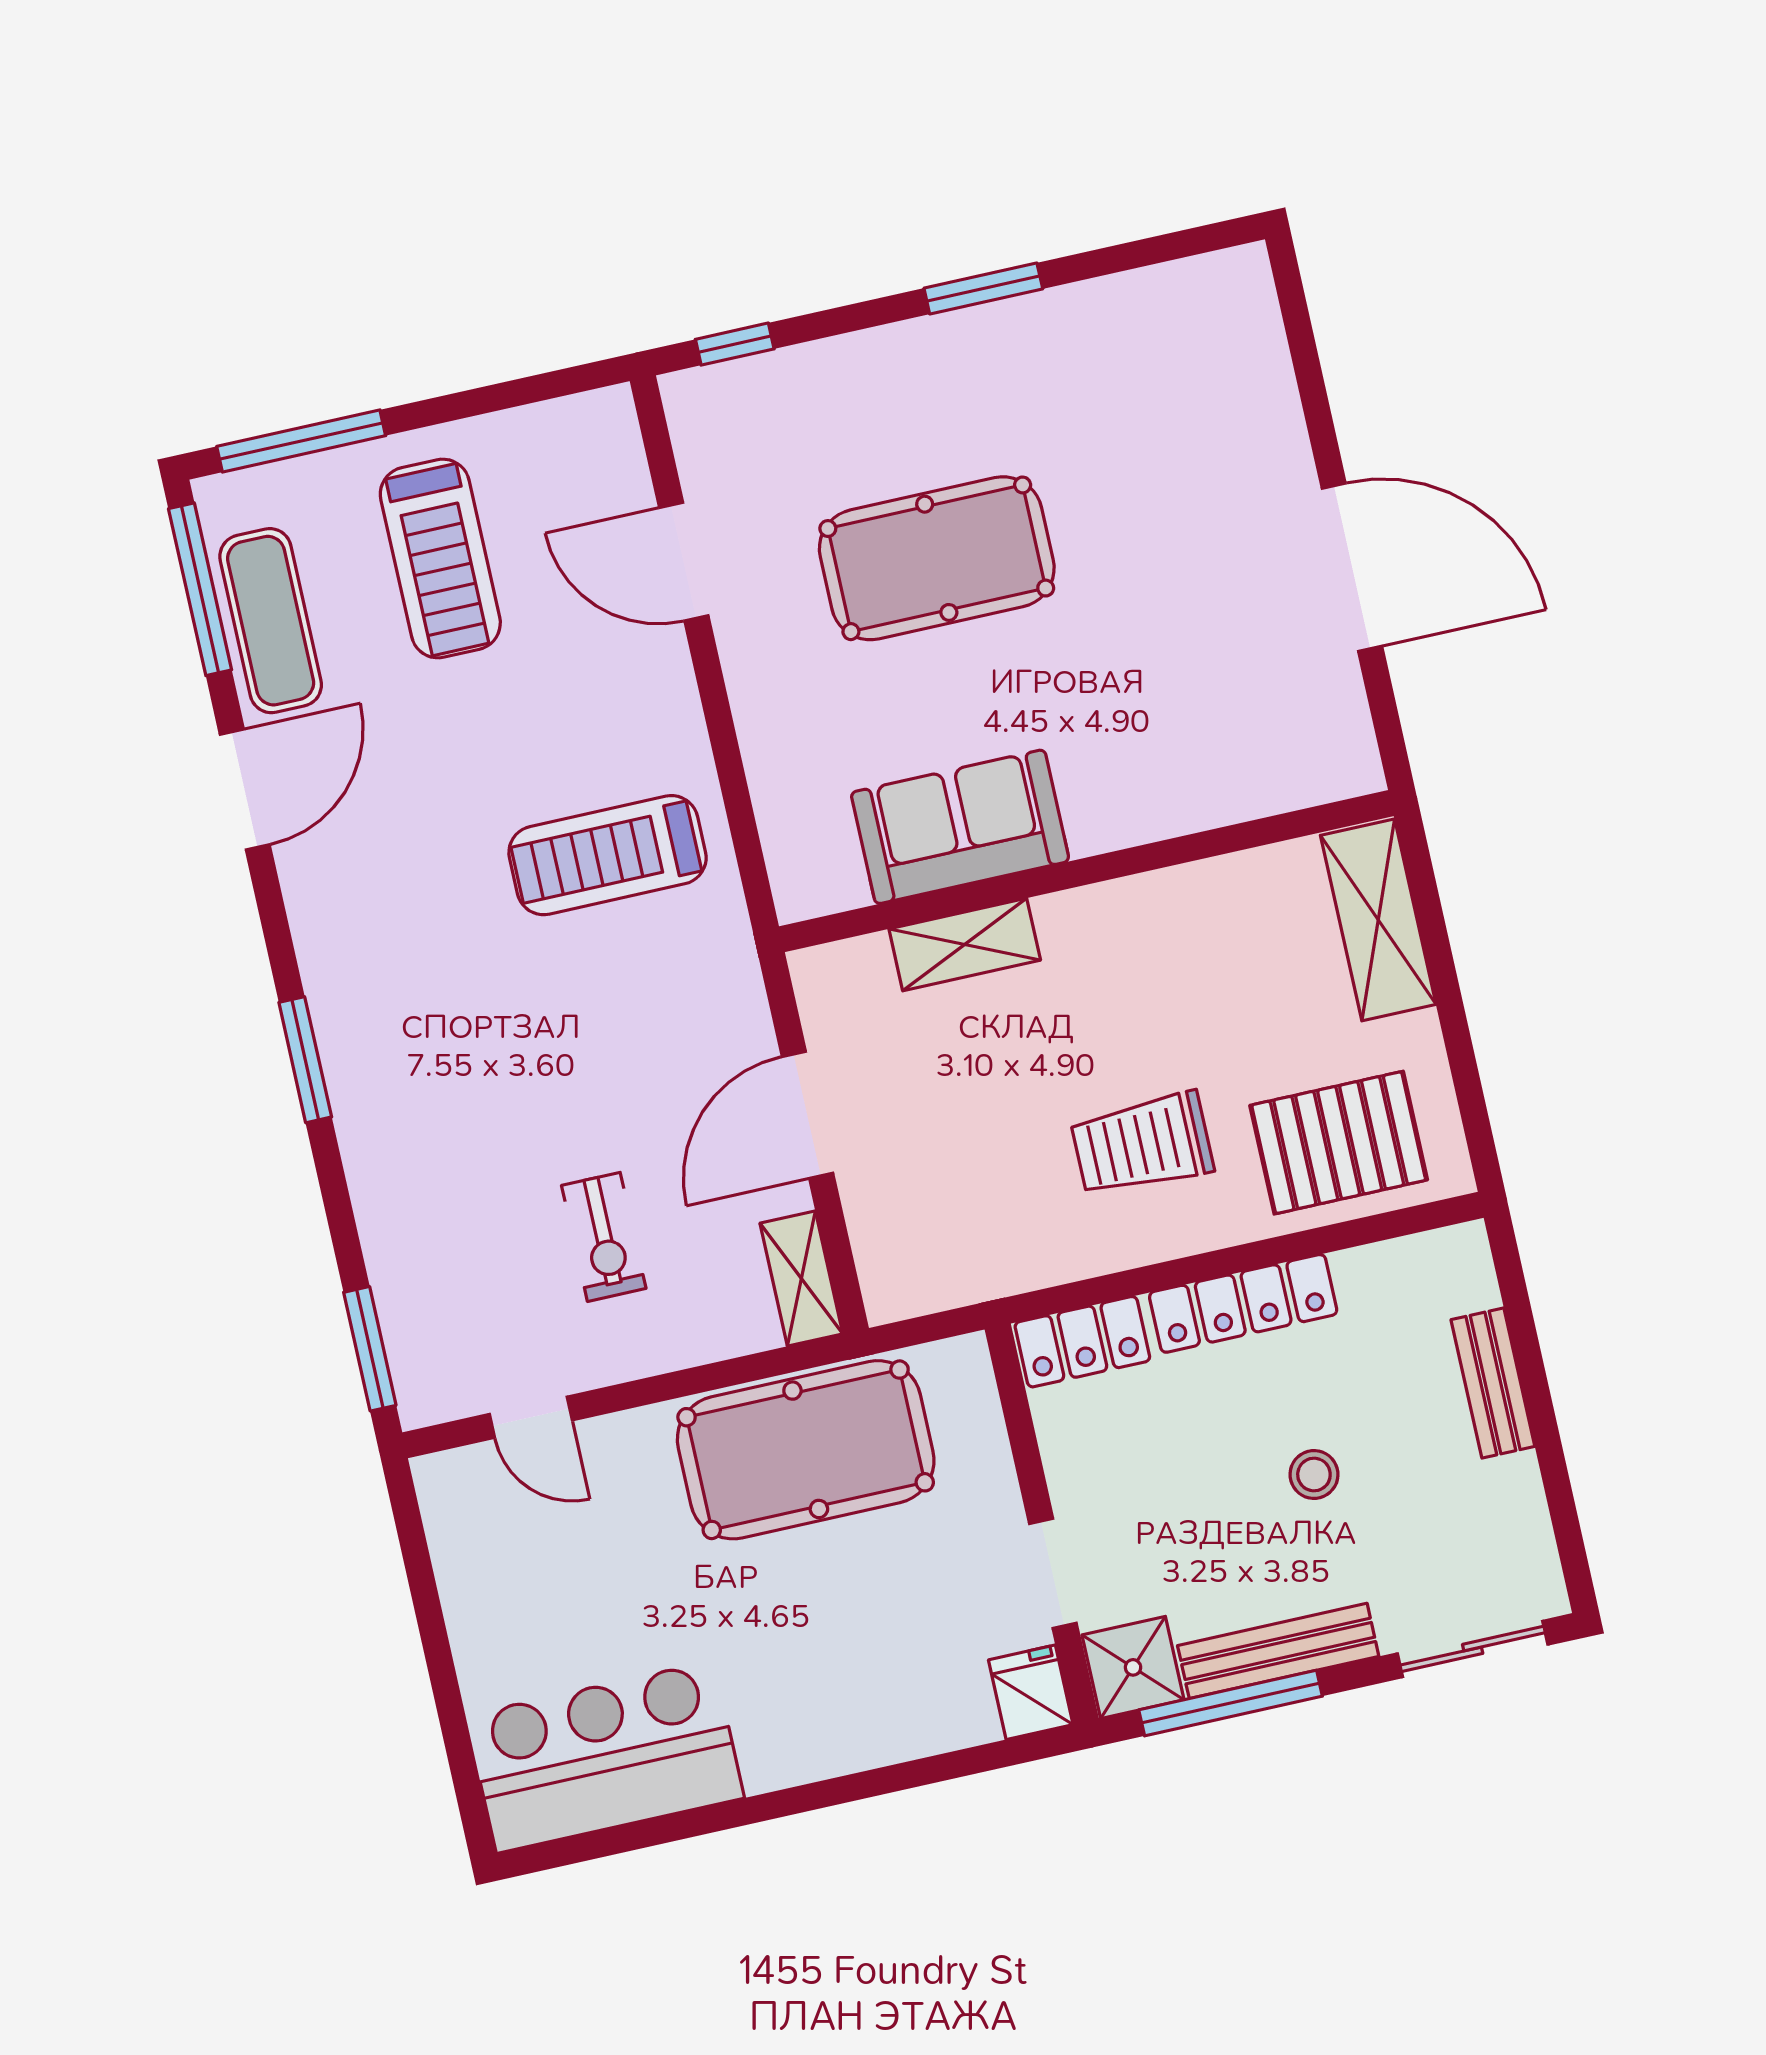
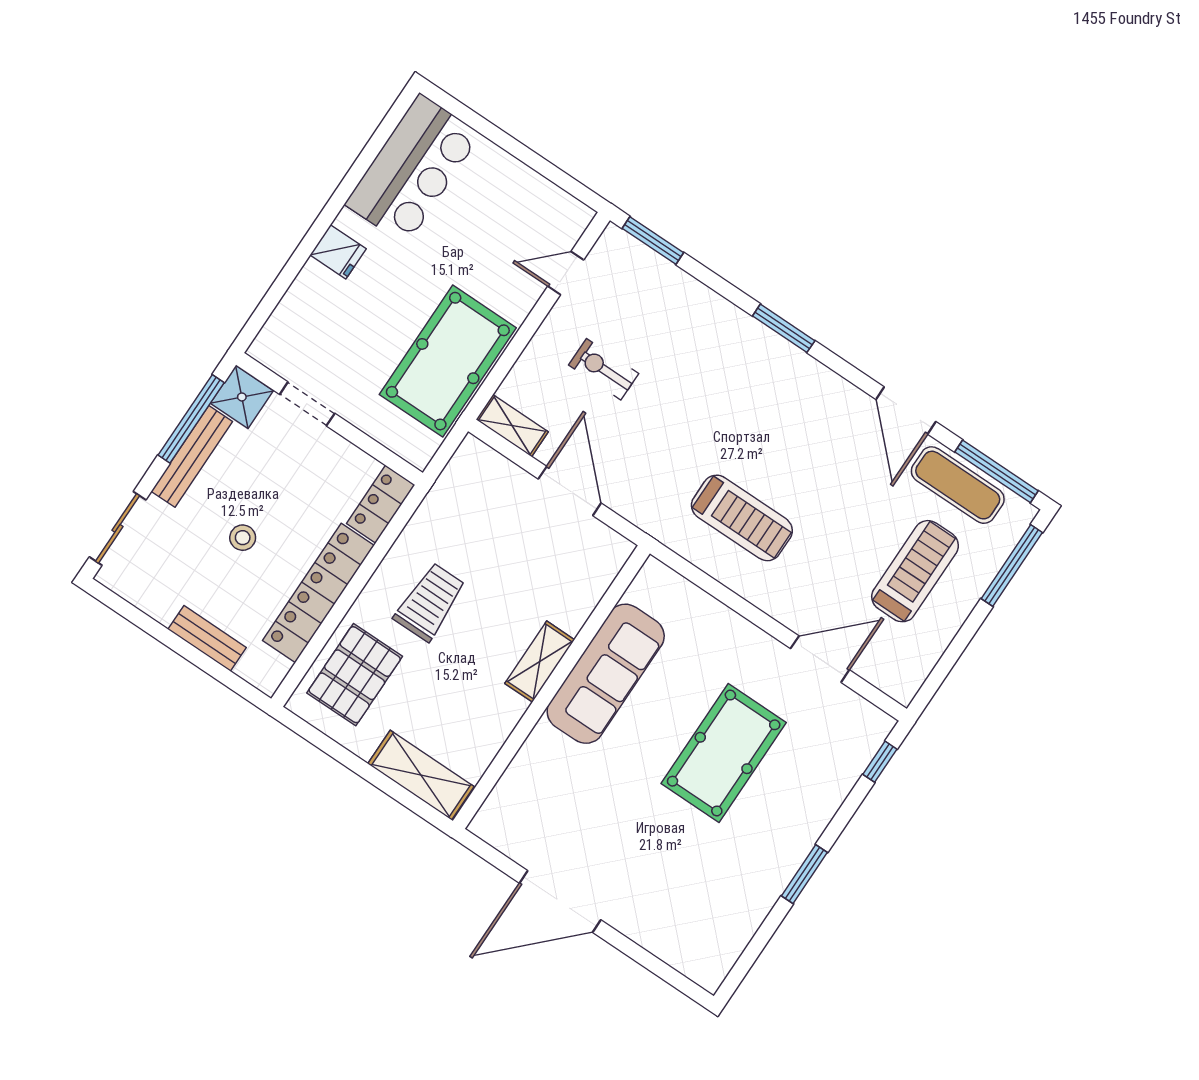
treadmill: (440, 559) -> (915, 571), turned 90
sofa: (960, 827) -> (606, 674), width x1.36
treadmill: (608, 855) -> (742, 518), turned 90
shelving: (965, 944) -> (540, 662), moved
locker: (1243, 1303) -> (318, 593), width x1.41, depth x1.21
fridge: (1031, 1692) -> (338, 252), moved

